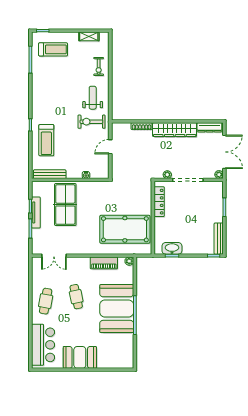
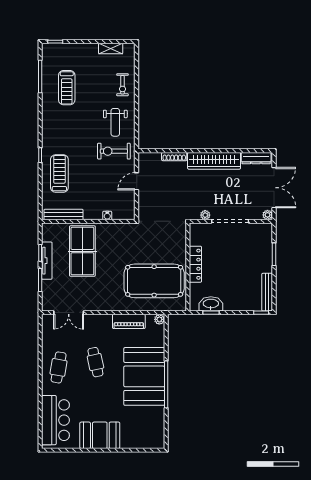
treadmill: (53, 49) -> (67, 88), moved, turned 90
weight bench: (93, 98) -> (115, 122), turned 180
treadmill: (46, 140) -> (59, 173), turned 180
locker: (159, 202) -> (195, 264), moved

